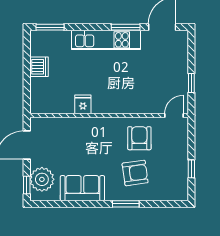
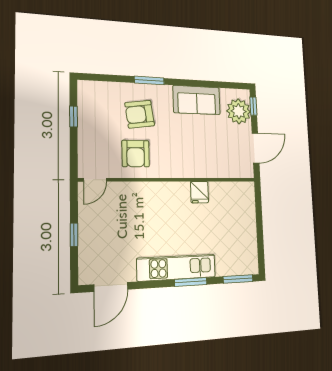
window: (126, 27) -> (191, 282), moved
dishwasher: (39, 67) -> (247, 233), removed
window: (191, 83) -> (74, 235), moved

